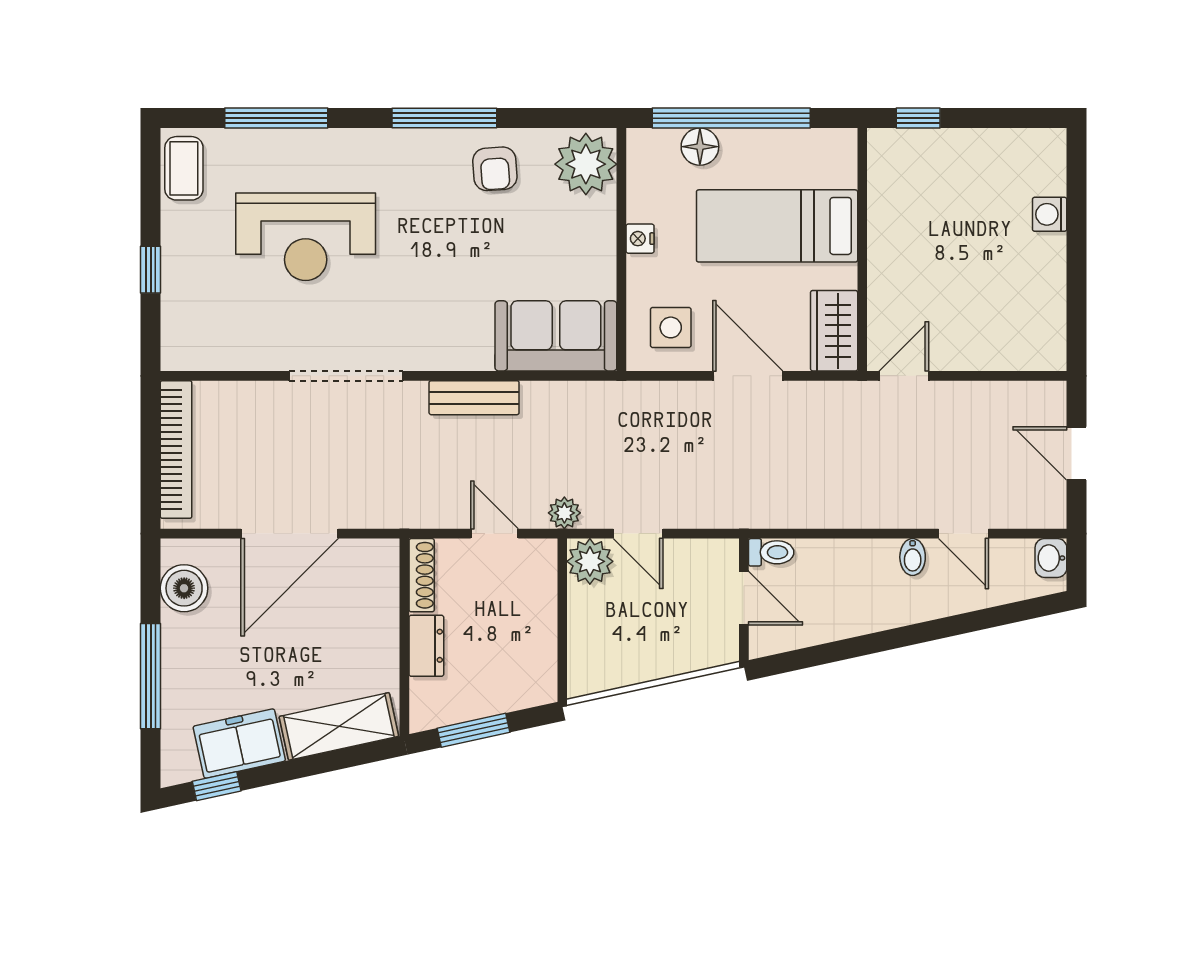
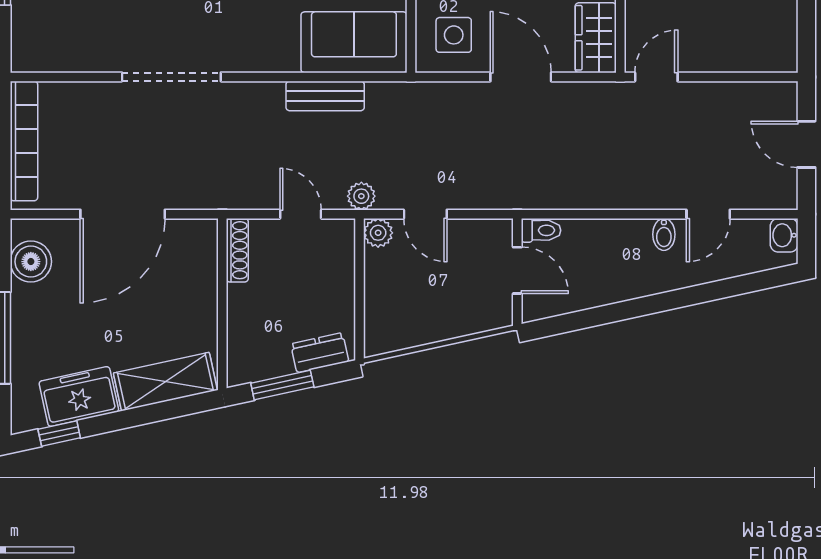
bench: (474, 398) -> (325, 96), moved
door: (964, 534) -> (708, 214), hinge flipped
plant: (590, 561) -> (378, 233), width x0.73, depth x0.73
dresser: (426, 646) -> (320, 353), moved, turned -102

